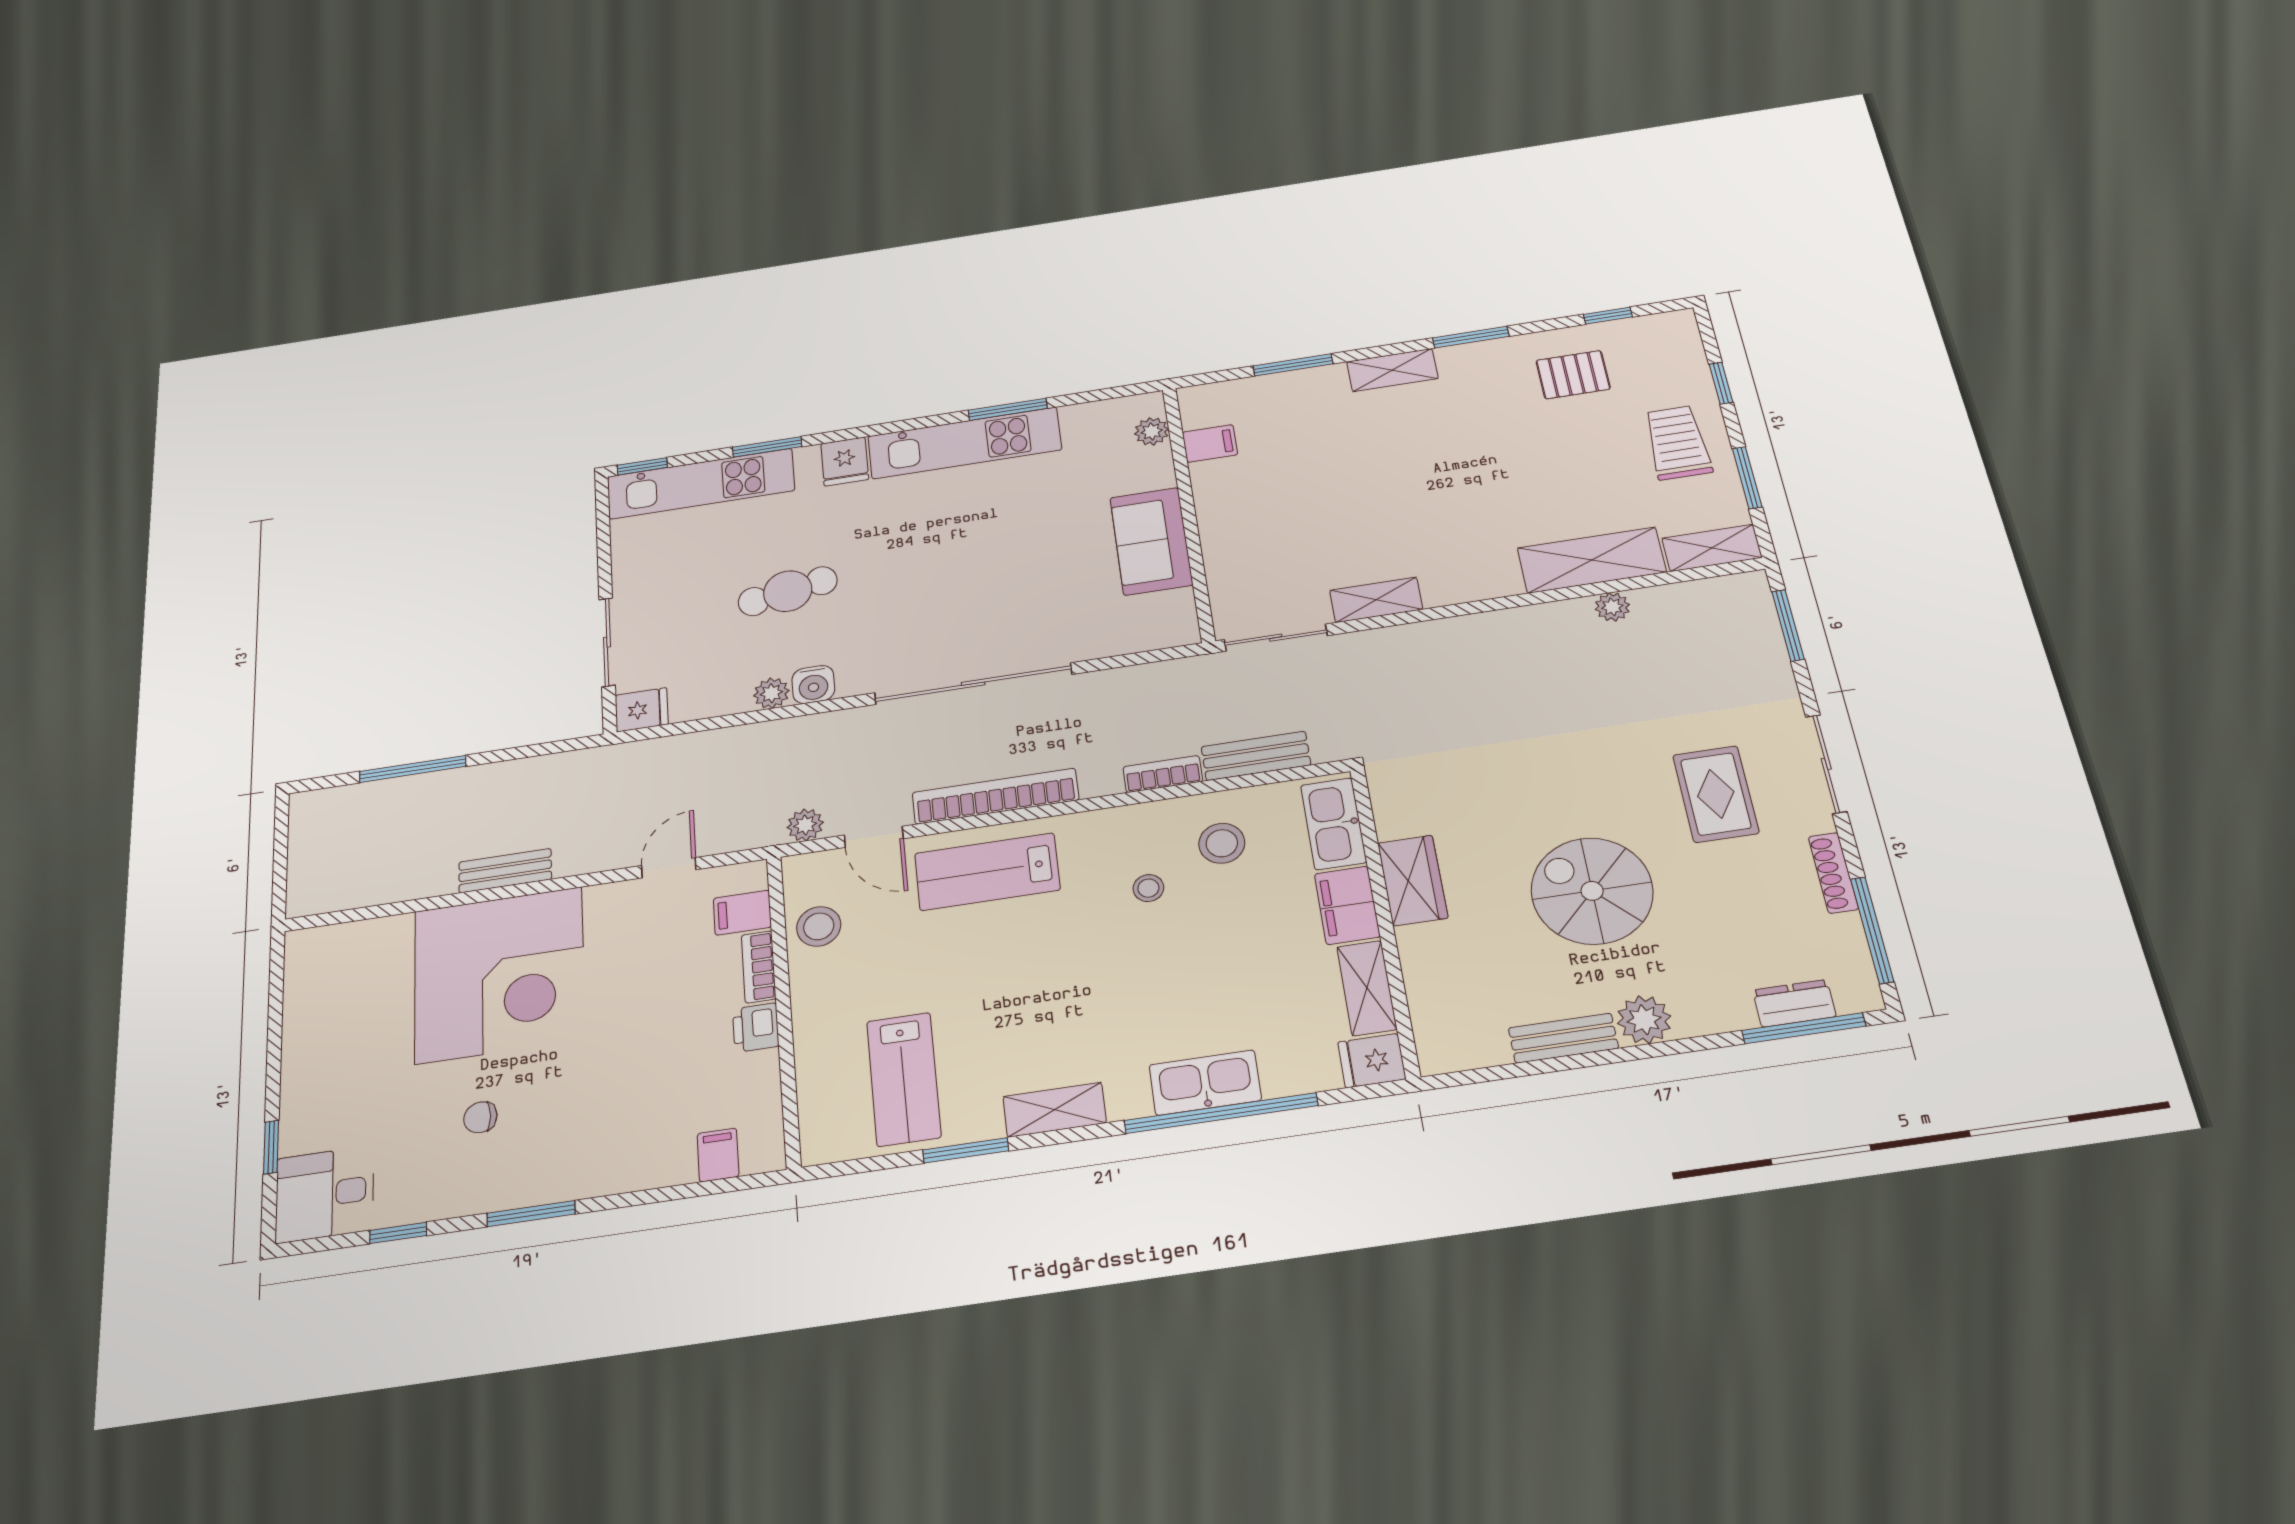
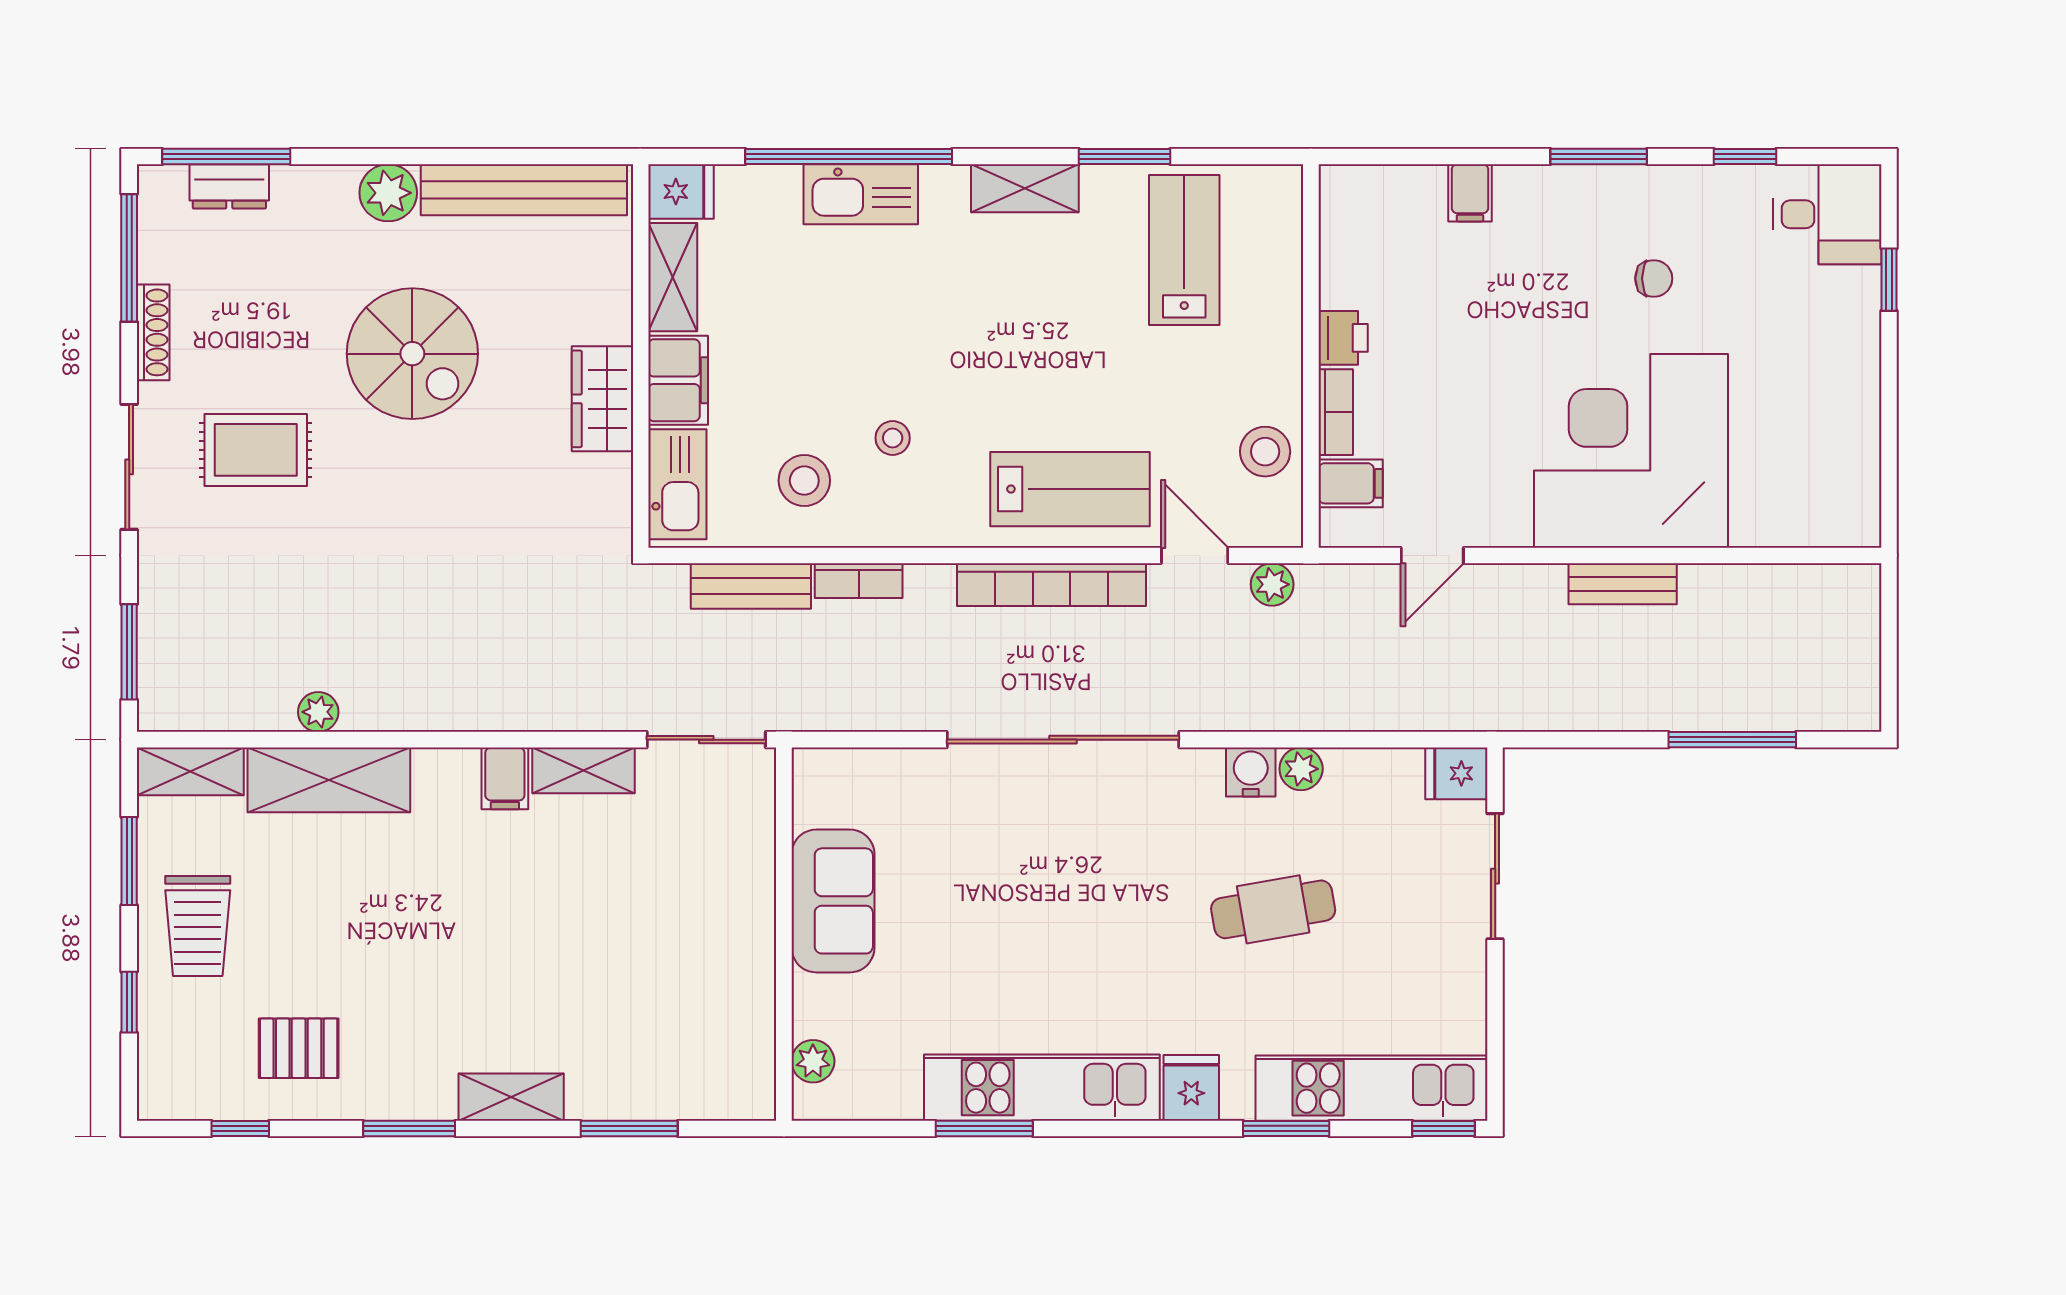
filing cabinet: (1210, 443) -> (505, 778), moved, turned -90
rug: (1716, 794) -> (256, 450), turned 90
bench: (1563, 1038) -> (524, 190), width x1.86, depth x1.21
filing cabinet: (718, 1155) -> (1470, 193), moved

